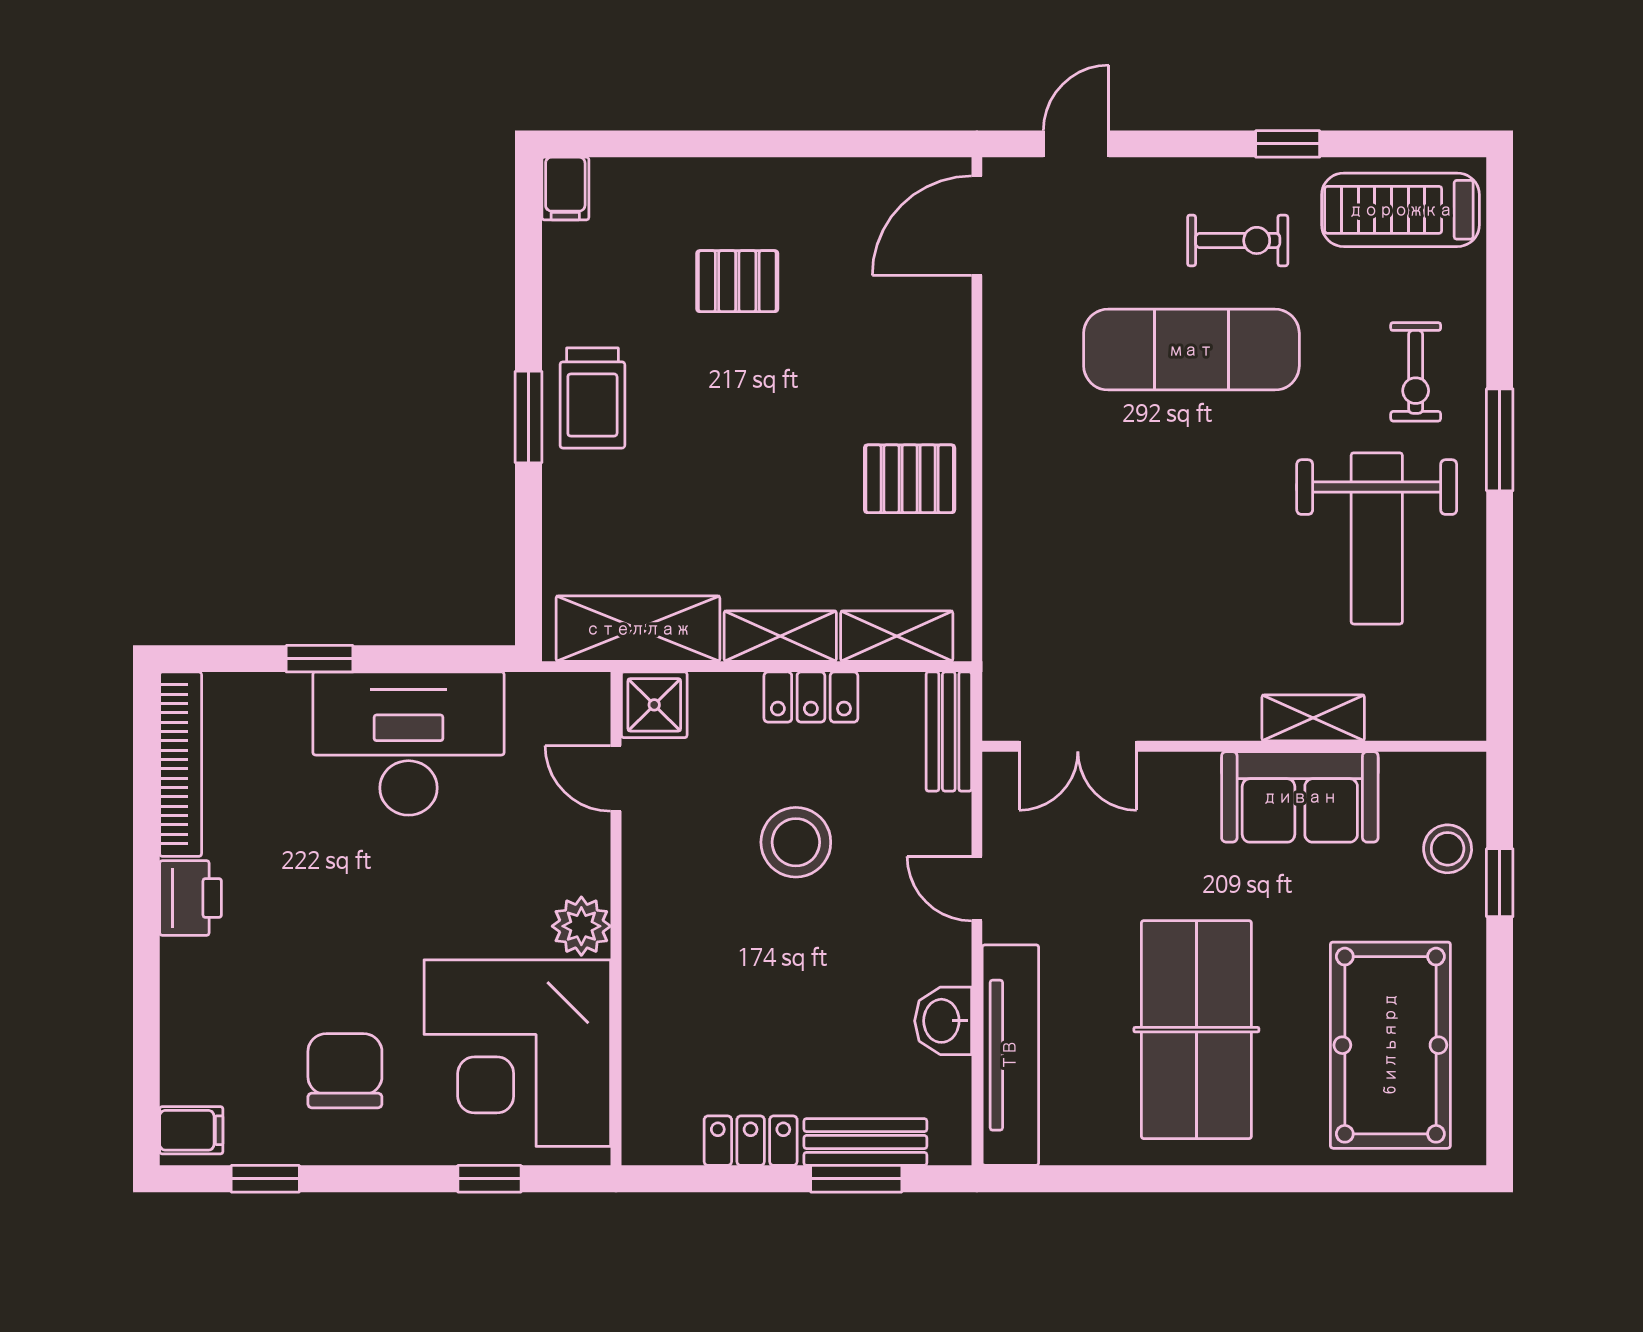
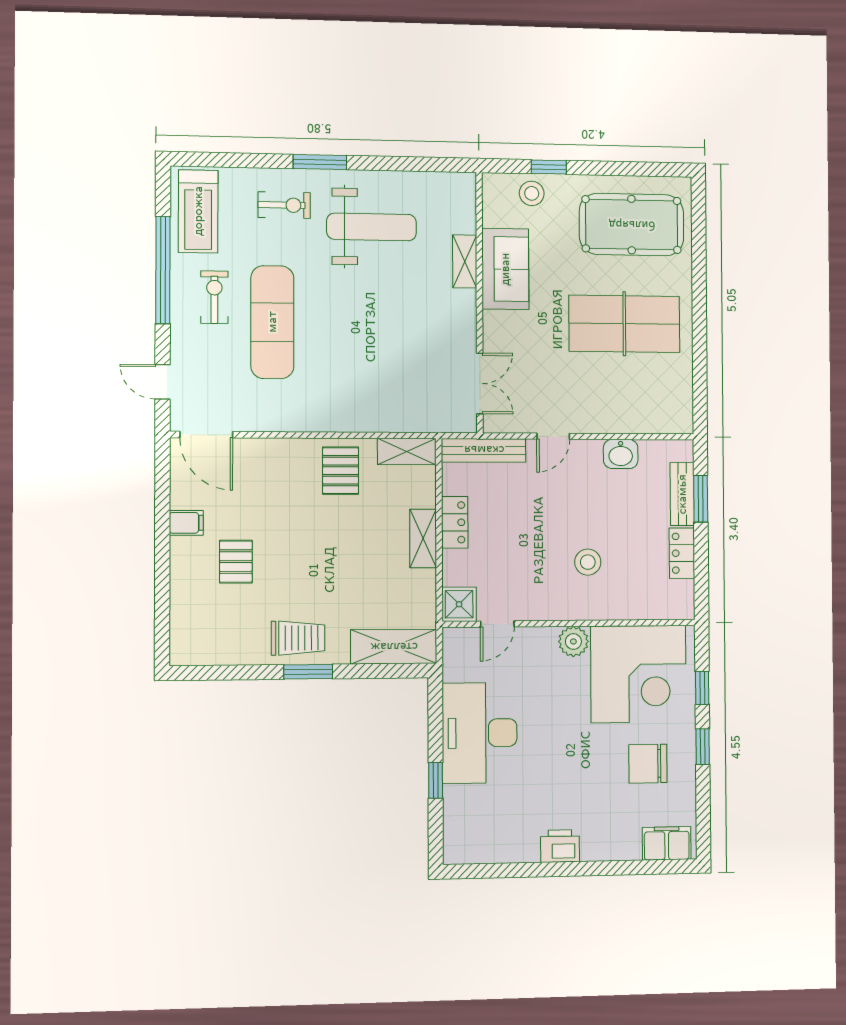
window: (1288, 144) -> (163, 270), width x3.17
filing cabinet: (565, 189) -> (186, 523), moved
shelving: (638, 629) -> (394, 647), moved, turned 90
shelving: (897, 636) -> (407, 452), moved, turned 90
bench: (949, 732) -> (484, 450), width x1.36
bookcase: (181, 764) -> (491, 853), removed
stool: (796, 842) -> (588, 562), moved, width x0.73, depth x0.73
tv unit: (1010, 1055) -> (638, 419), removed
filing cabinet: (191, 1130) -> (667, 843), width x2.00
window: (265, 1179) -> (703, 747), moved

